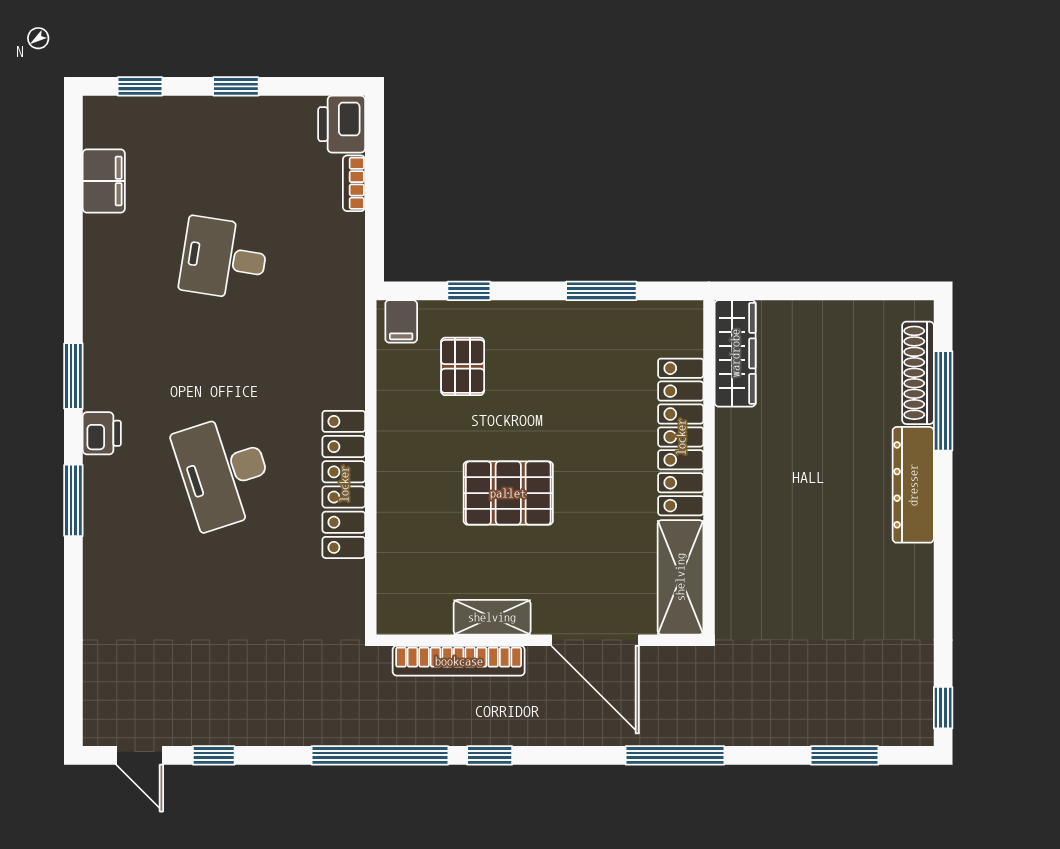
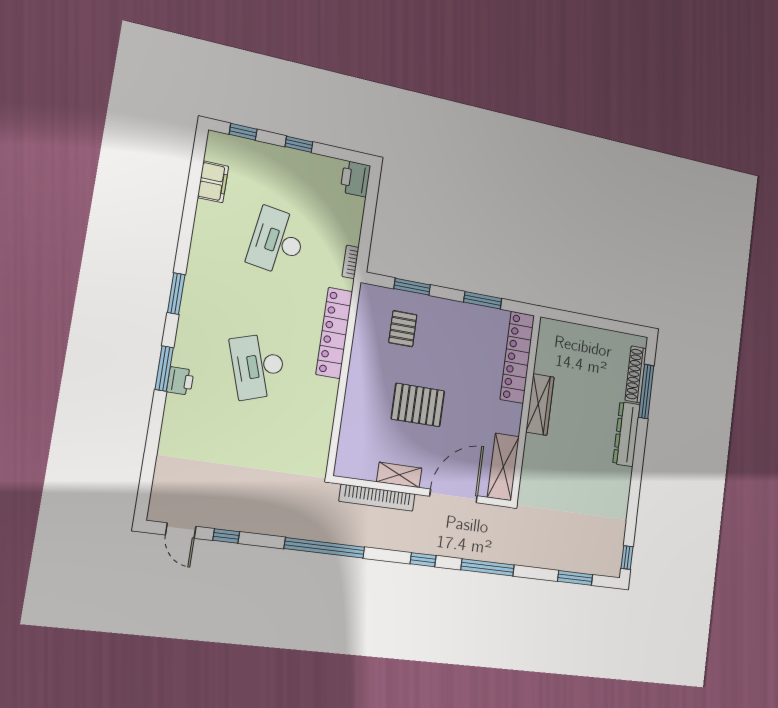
bookcase: (354, 183) -> (351, 262), moved
desk: (224, 258) -> (277, 241), width x1.37
window: (469, 291) -> (412, 287), width x1.50
filing cabinet: (401, 321) -> (373, 297), removed
wardrobe: (735, 353) -> (540, 404), moved
printer: (102, 433) -> (180, 381), moved
locker: (681, 437) -> (517, 357), moved
locker: (344, 484) -> (334, 333), moved
door: (595, 640) -> (454, 496), swing flipped
window: (490, 755) -> (423, 560), moved

